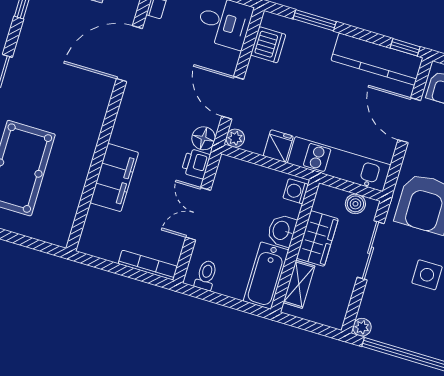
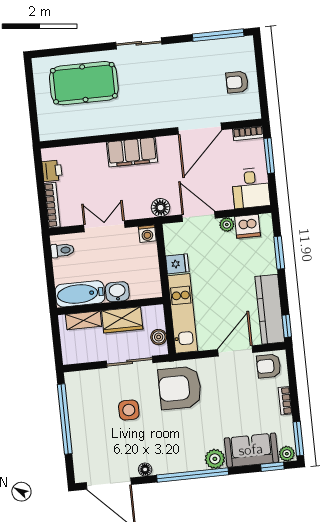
door: (129, 54) -> (200, 129), swing flipped
door: (233, 98) -> (199, 216), hinge flipped
plant: (235, 138) -> (227, 225), moved
printer: (196, 164) -> (52, 171), moved, turned 90
filing cabinet: (114, 178) -> (132, 152), moved
washing machine: (296, 191) -> (147, 234), moved, turned 180
plant: (362, 327) -> (71, 379), removed

